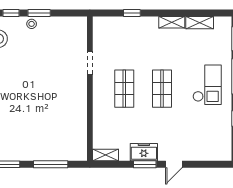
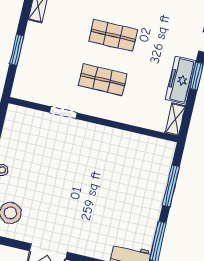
window: (132, 13) -> (17, 50), width x1.50
freezer: (144, 152) -> (181, 80), width x1.40

